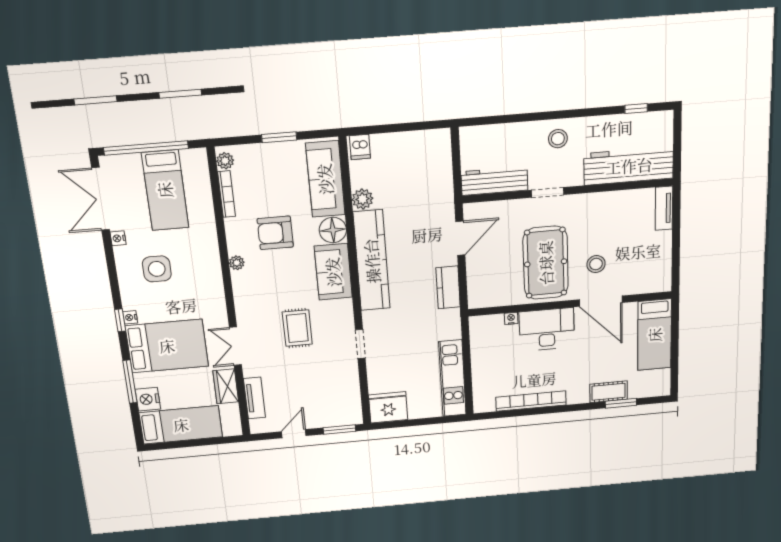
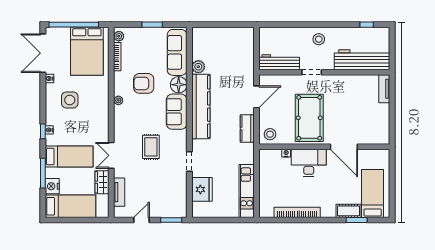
dishwasher: (360, 147) -> (199, 34), removed
bed: (165, 190) -> (87, 51), width x1.50
stool: (596, 264) -> (270, 134), moved
bed: (655, 335) -> (373, 194), moved, turned 180
bed: (167, 346) -> (69, 157), width x0.67
fridge: (388, 407) -> (202, 189), moved, turned 90

